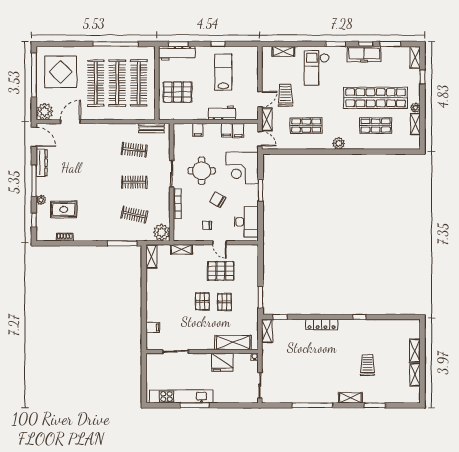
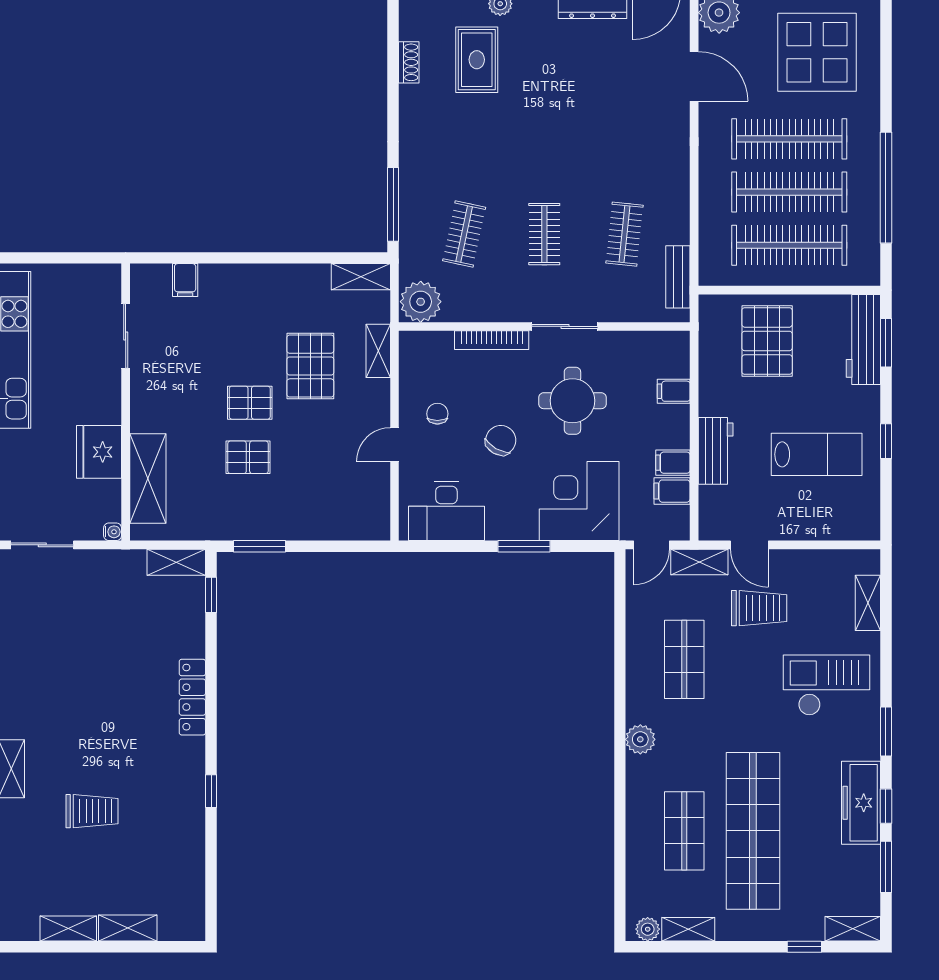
plant: (415, 108) -> (648, 929), moved
pallet: (221, 271) -> (310, 366), moved

